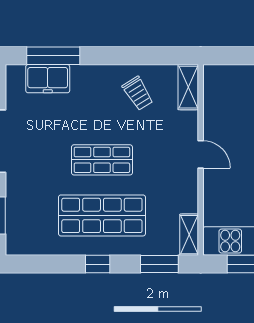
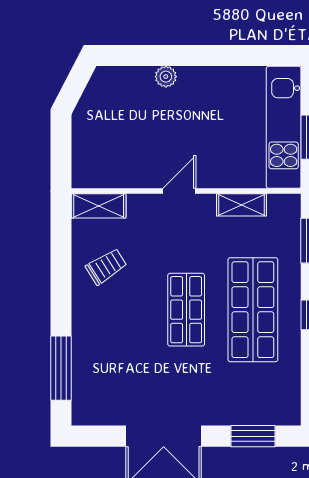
freezer: (48, 79) -> (89, 375), removed
shelving: (189, 235) -> (241, 205), moved

